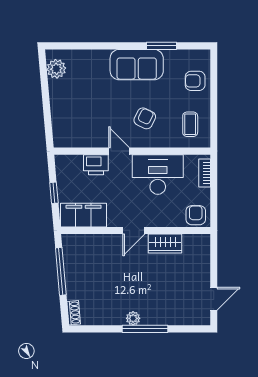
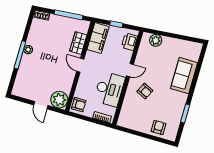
sofa: (137, 65) -> (184, 76), moved
plant: (56, 69) -> (156, 40), moved
coffee table: (190, 124) -> (134, 117), removed
printer: (96, 165) -> (129, 42), moved
wardrobe: (165, 244) -> (78, 43), moved
plant: (197, 247) -> (59, 100), added
door: (214, 299) -> (41, 105), moved

